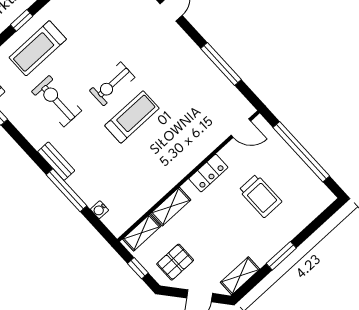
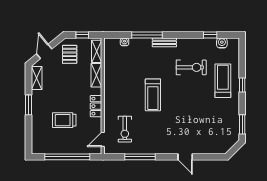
exercise bike: (112, 84) -> (125, 129), moved, turned 180

